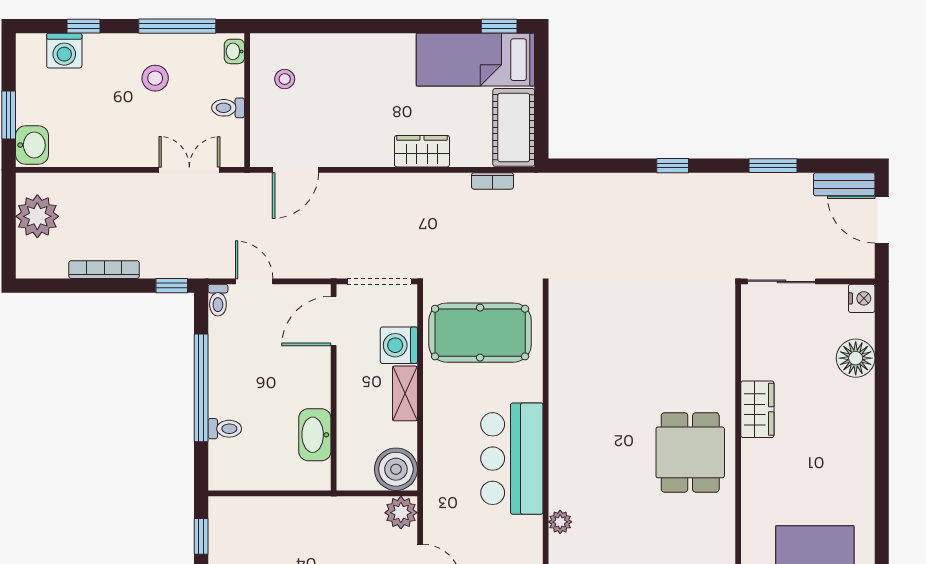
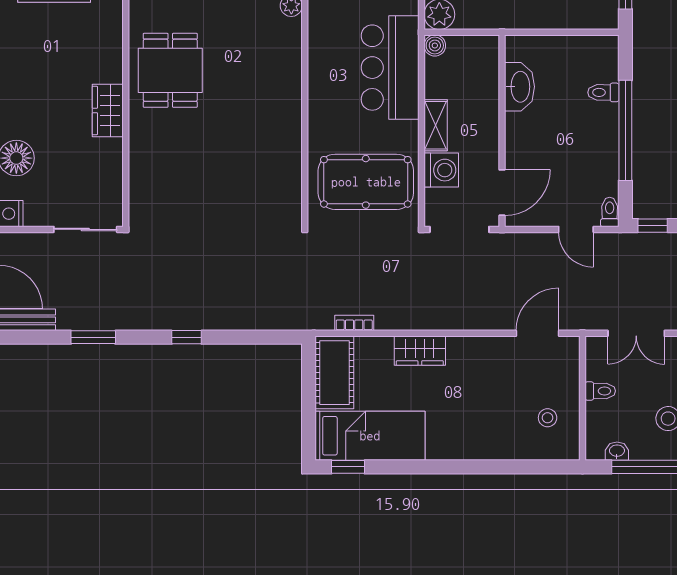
washbasin: (234, 51) -> (617, 451), moved, turned -90
bar counter: (512, 459) -> (390, 68), moved, turned 180
boiler: (396, 469) -> (435, 45), width x0.54, depth x0.54

